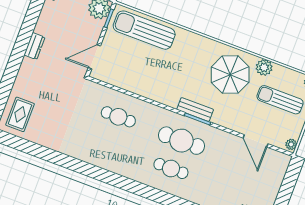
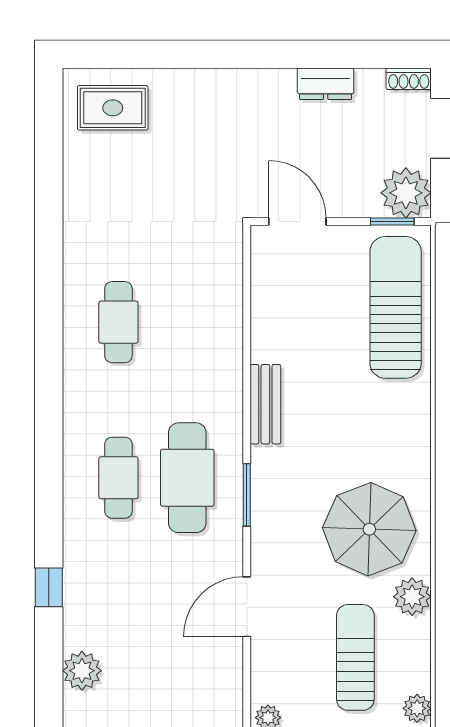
dresser: (34, 46) -> (326, 84), moved
bench: (195, 109) -> (265, 404), moved
cafe table: (118, 117) -> (118, 322), moved
door: (255, 141) -> (247, 607), moved

